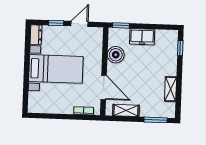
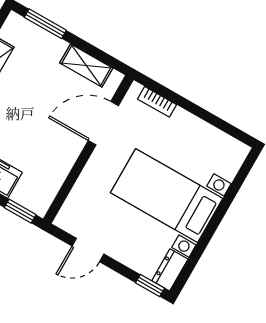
window: (56, 23) -> (150, 286), moved
boiler: (116, 55) -> (55, 167), removed
door: (104, 87) -> (103, 123), hinge flipped

